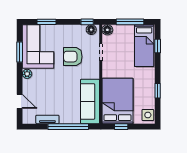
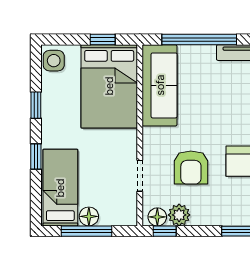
floor lamp: (107, 30) -> (89, 216), moved
plant: (79, 31) -> (179, 215), added
window: (158, 46) -> (36, 156), moved
armchair: (73, 57) -> (191, 168), turned 90

